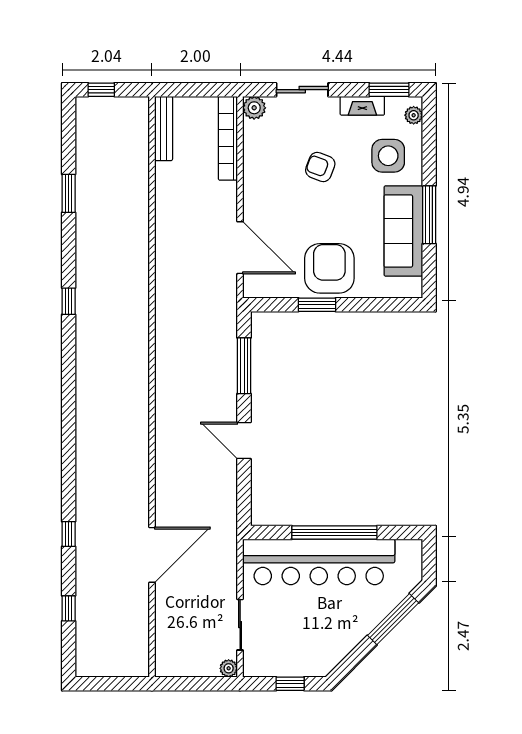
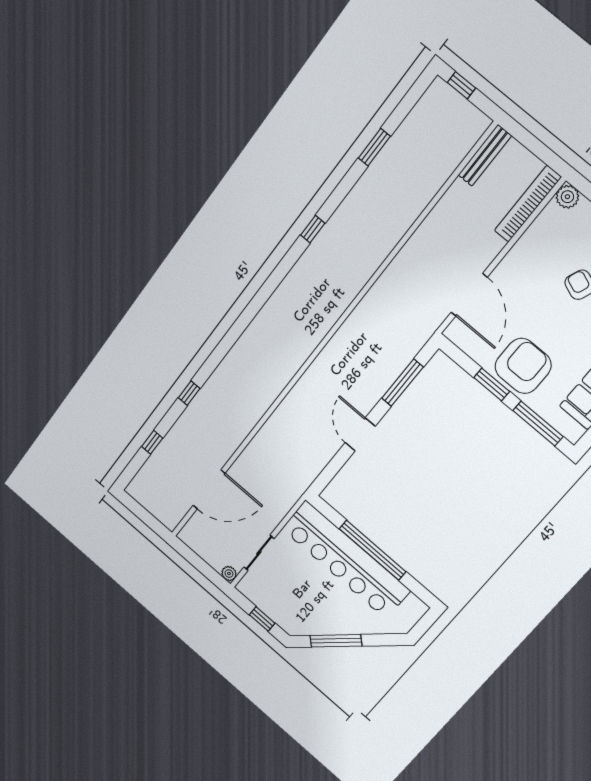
window: (379, 305) -> (538, 423), added
door: (152, 555) -> (209, 489), moved
window: (393, 619) -> (336, 641), moved

